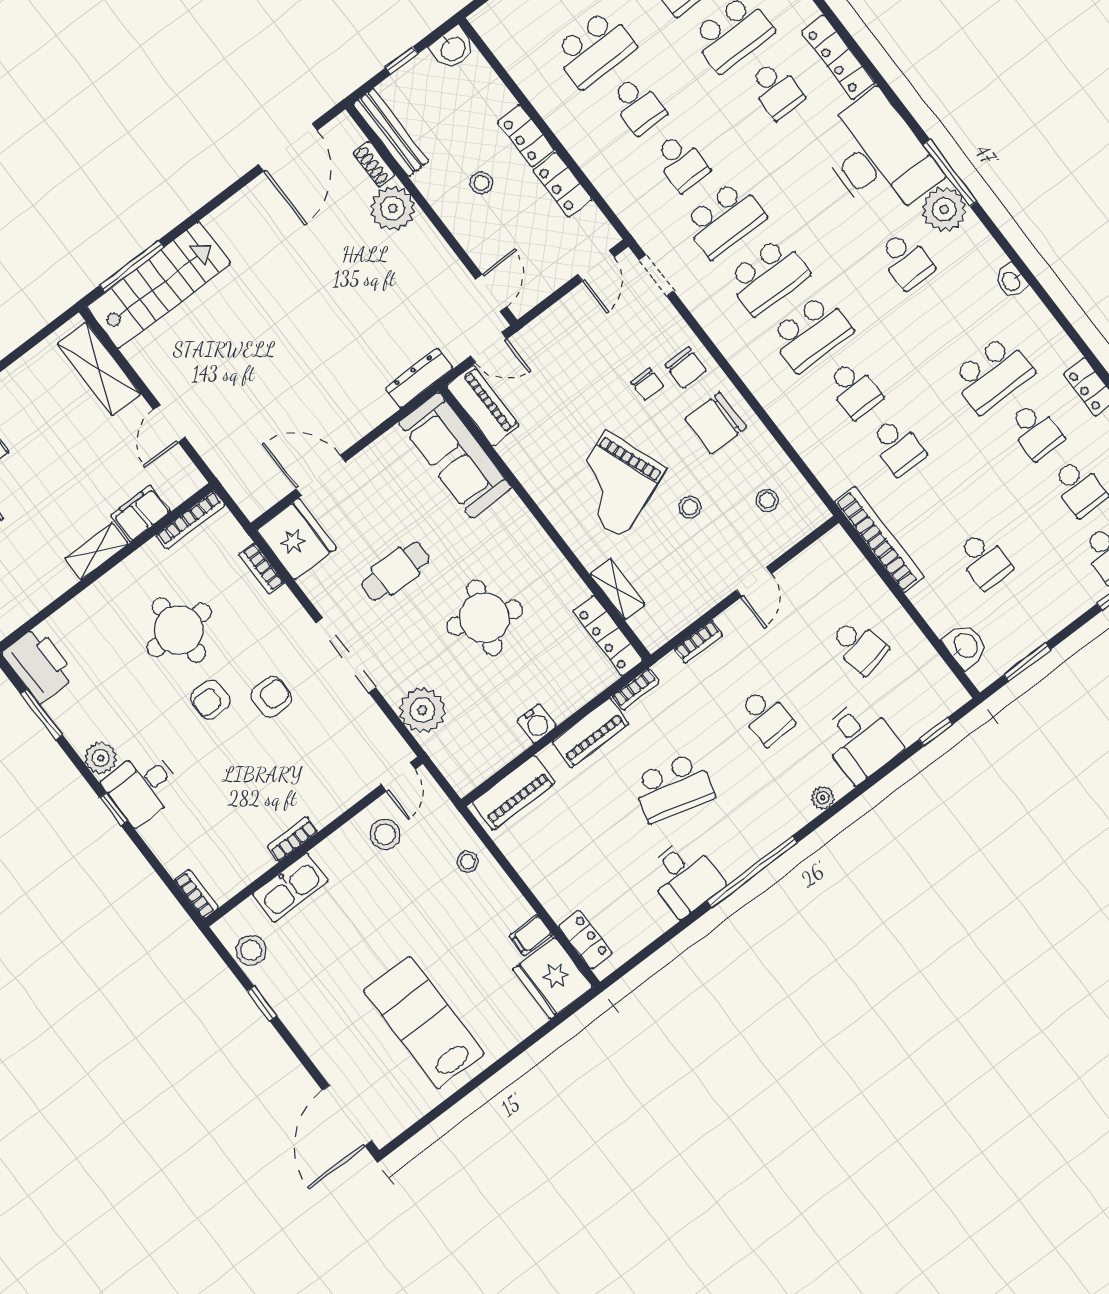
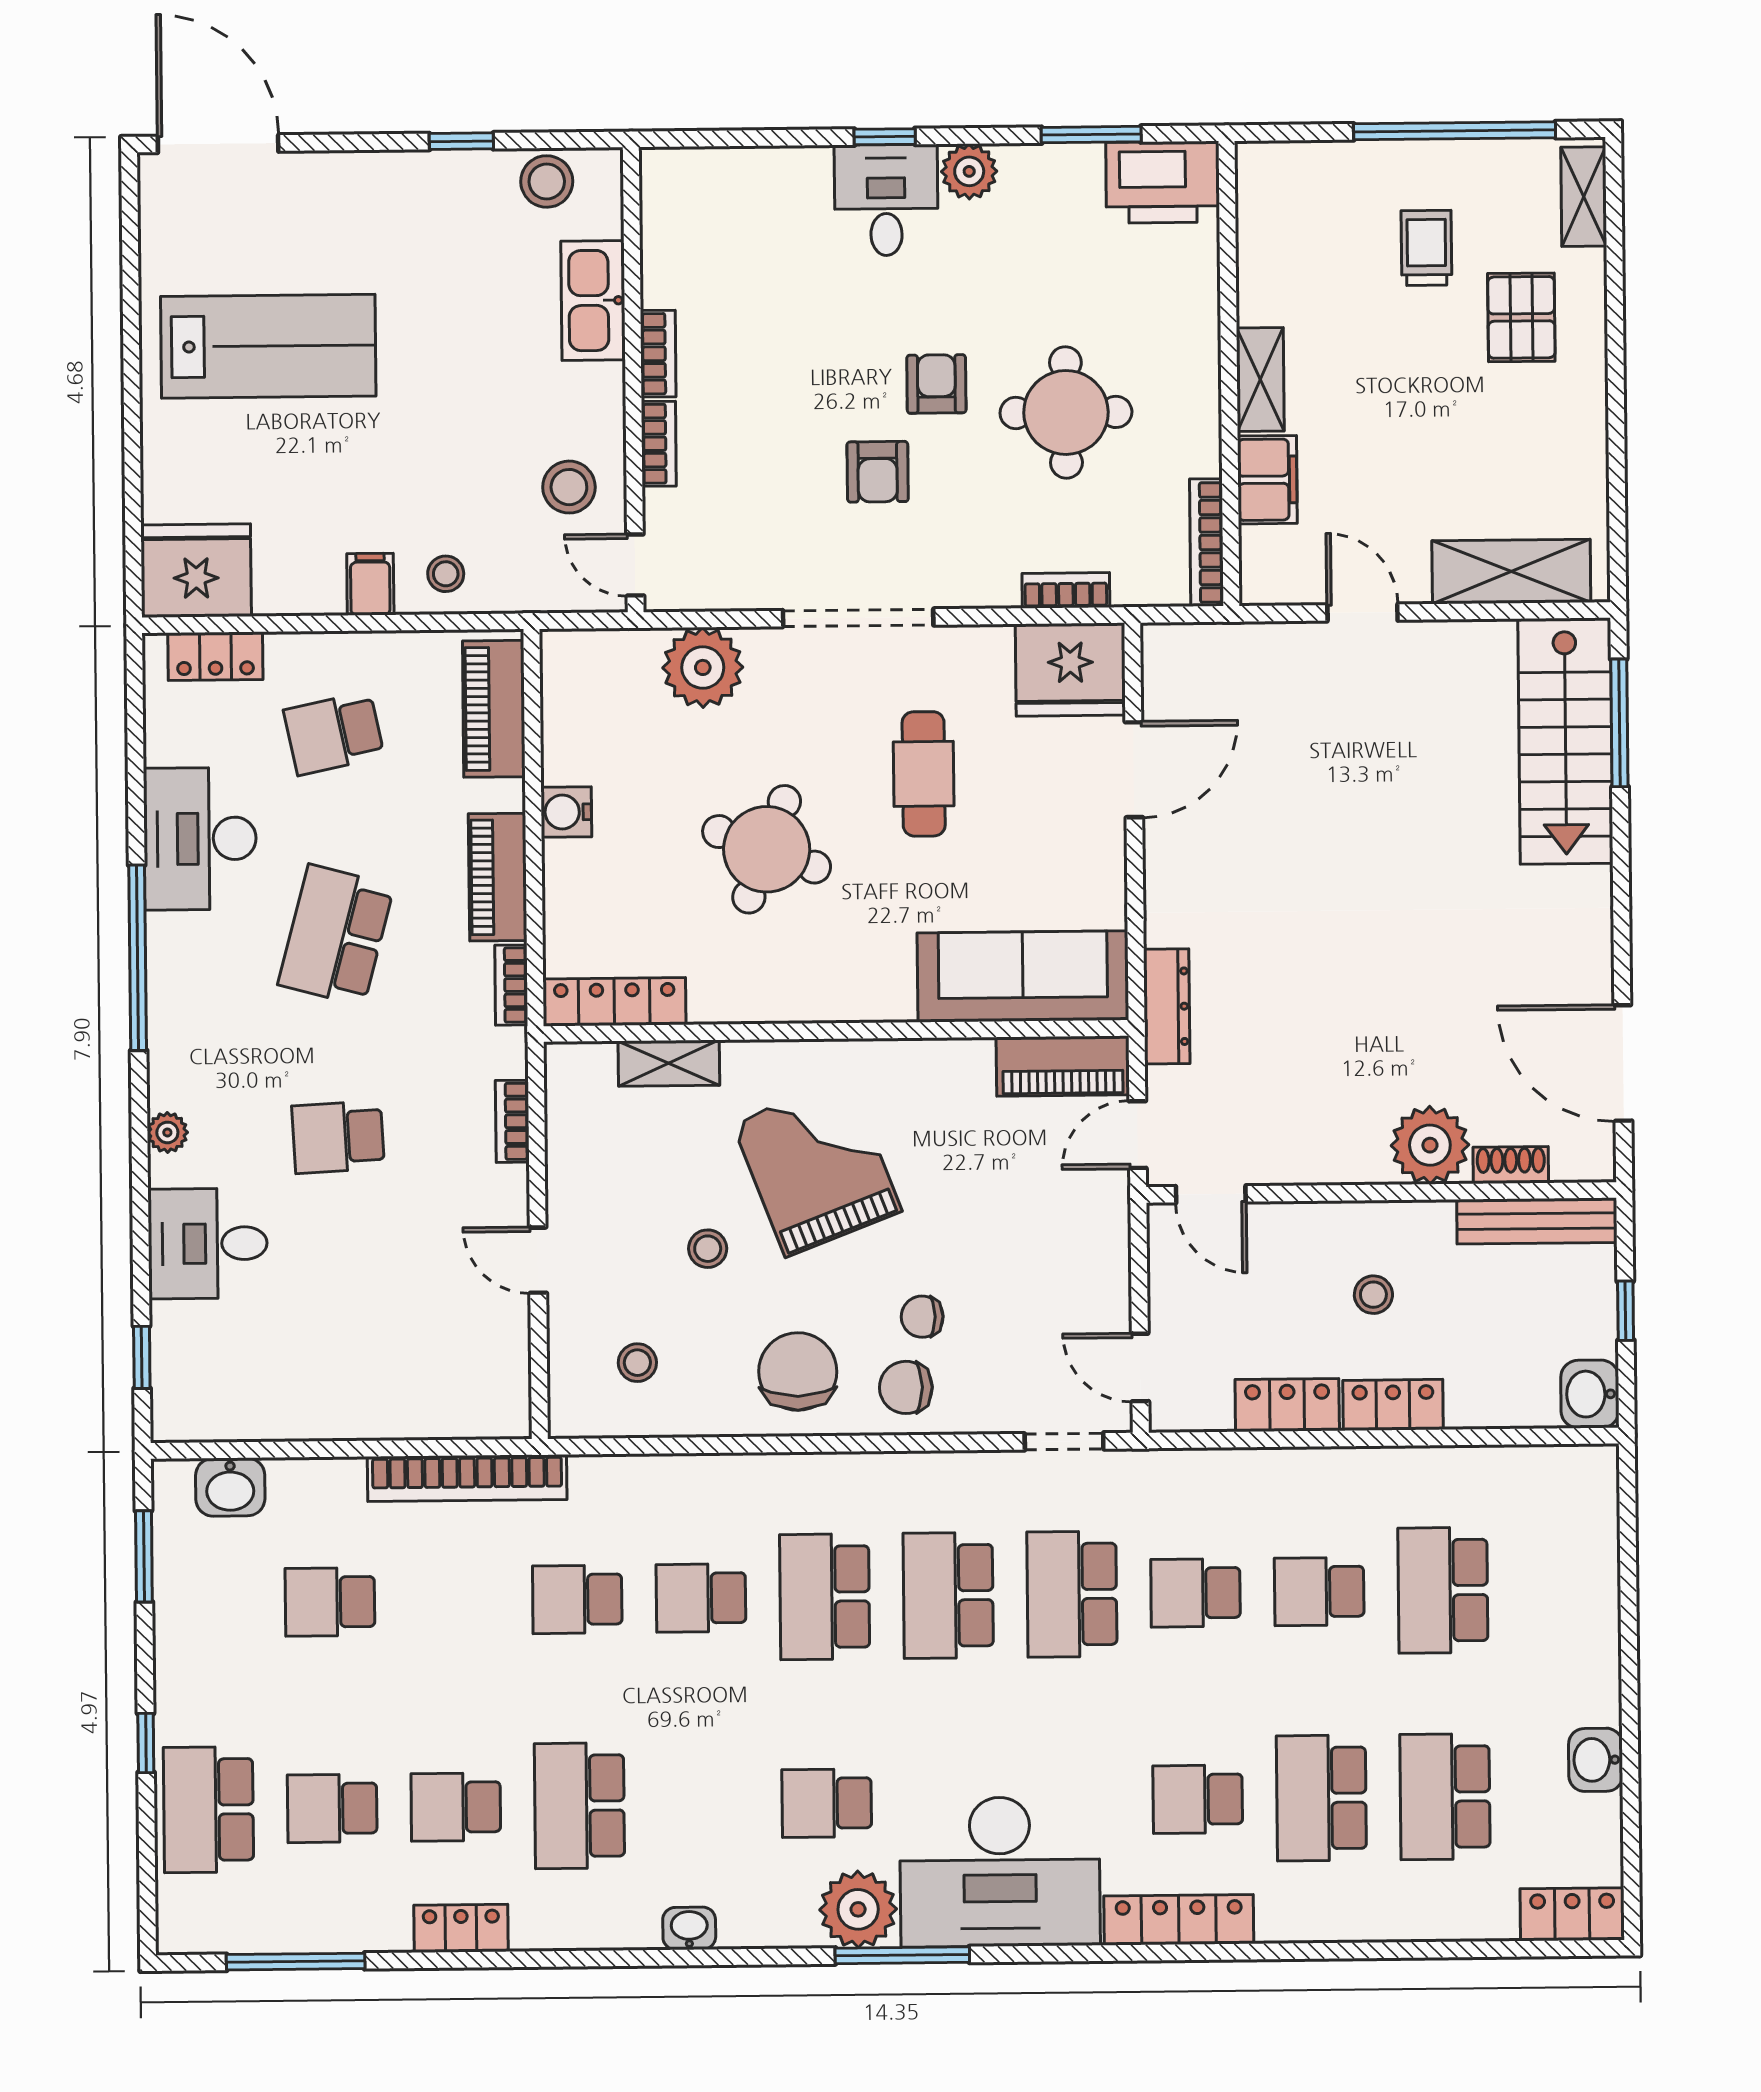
school desk: (859, 646) -> (334, 733), moved
desk: (684, 877) -> (200, 839), width x1.37
bookcase: (196, 894) -> (659, 444), moved, turned -90
filing cabinet: (531, 935) -> (370, 584), moved

